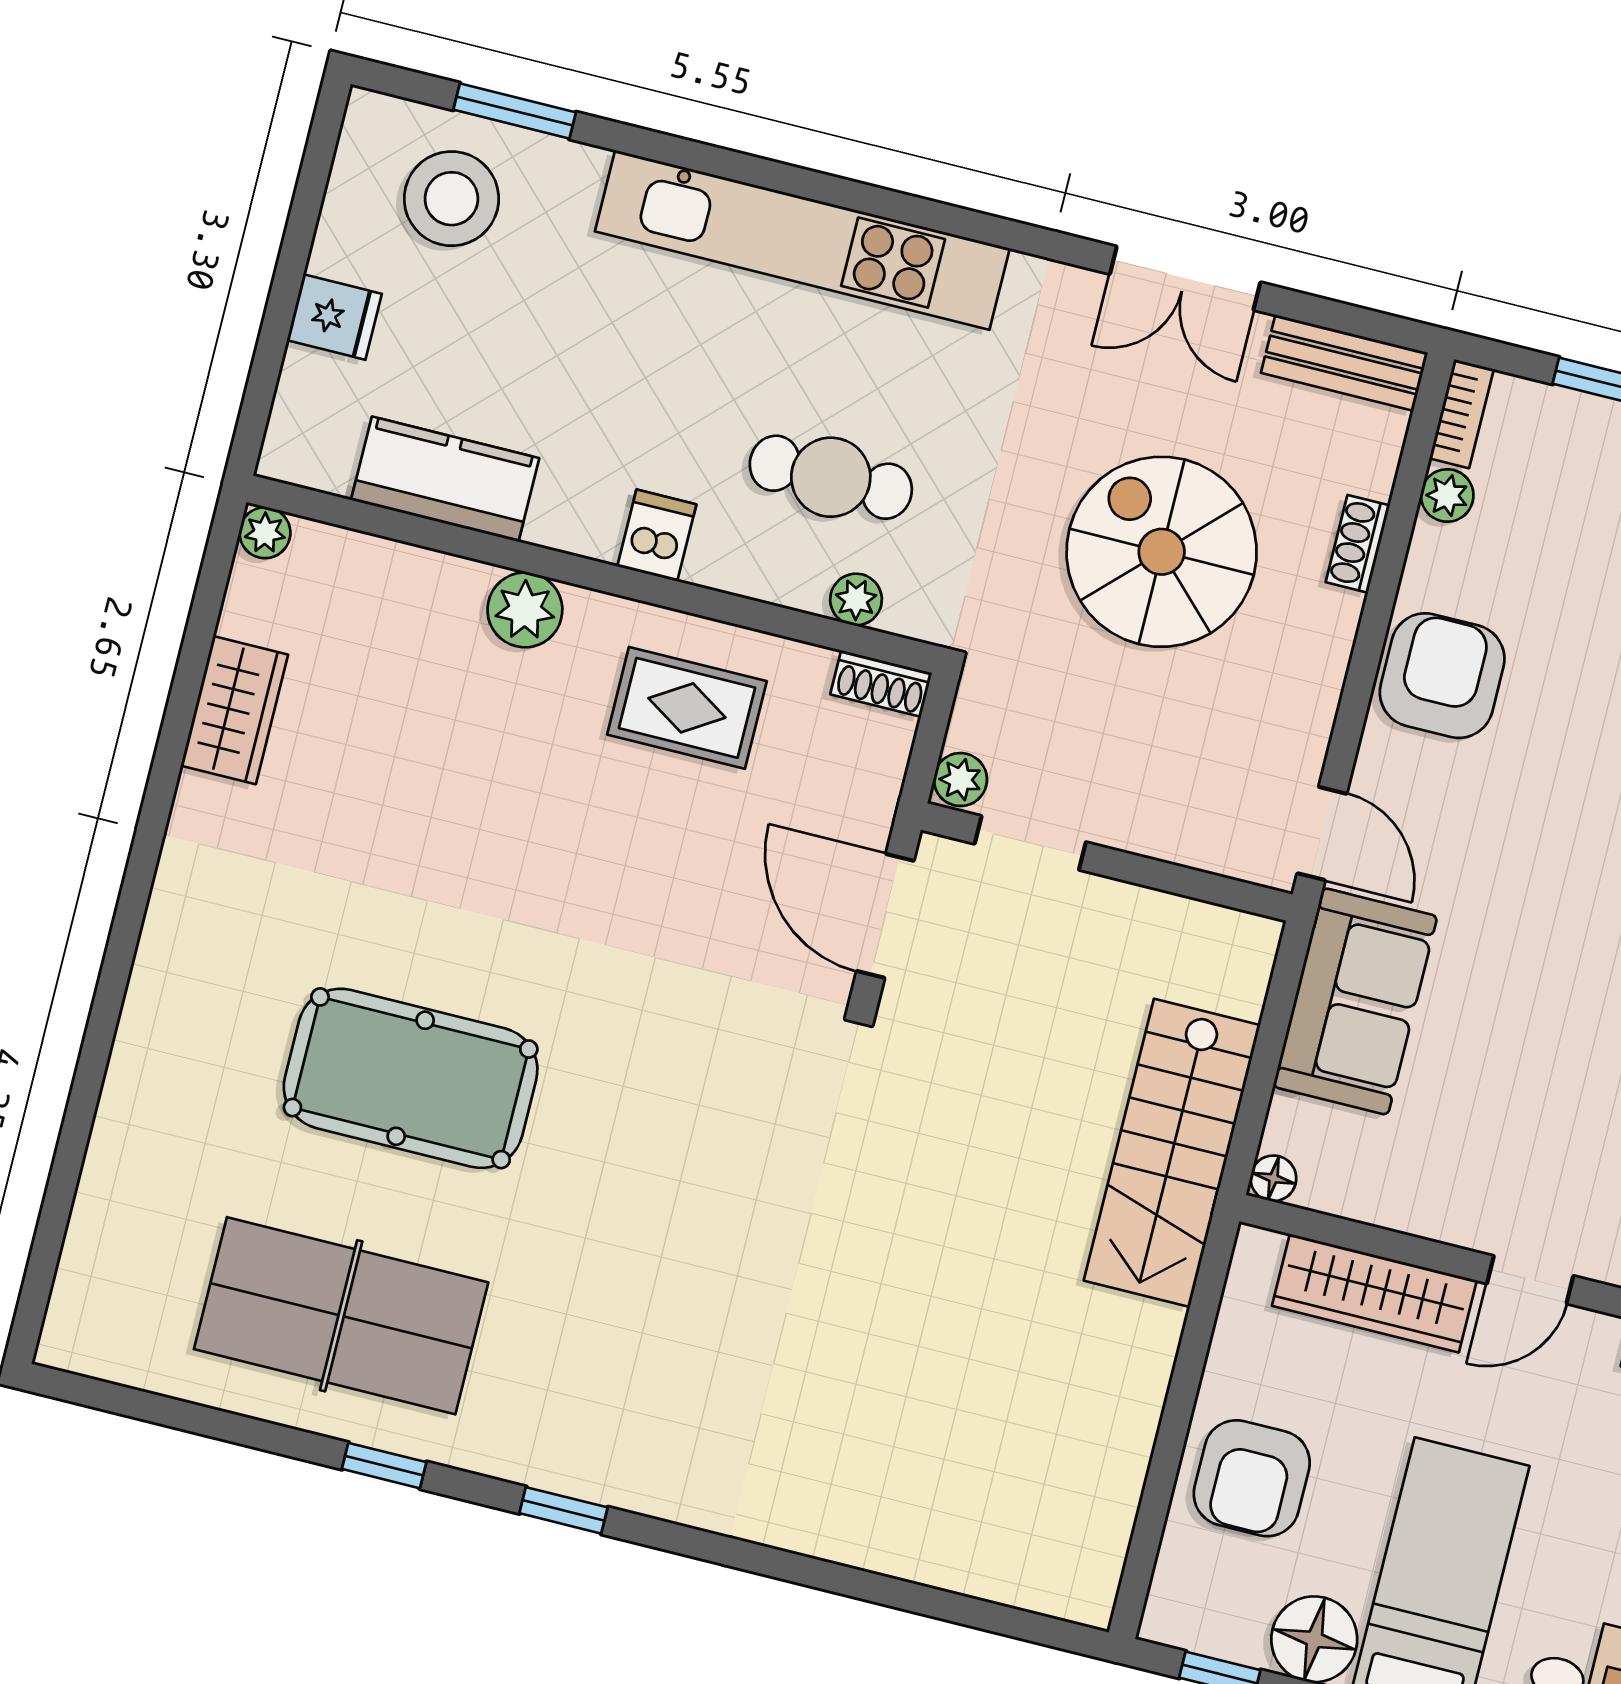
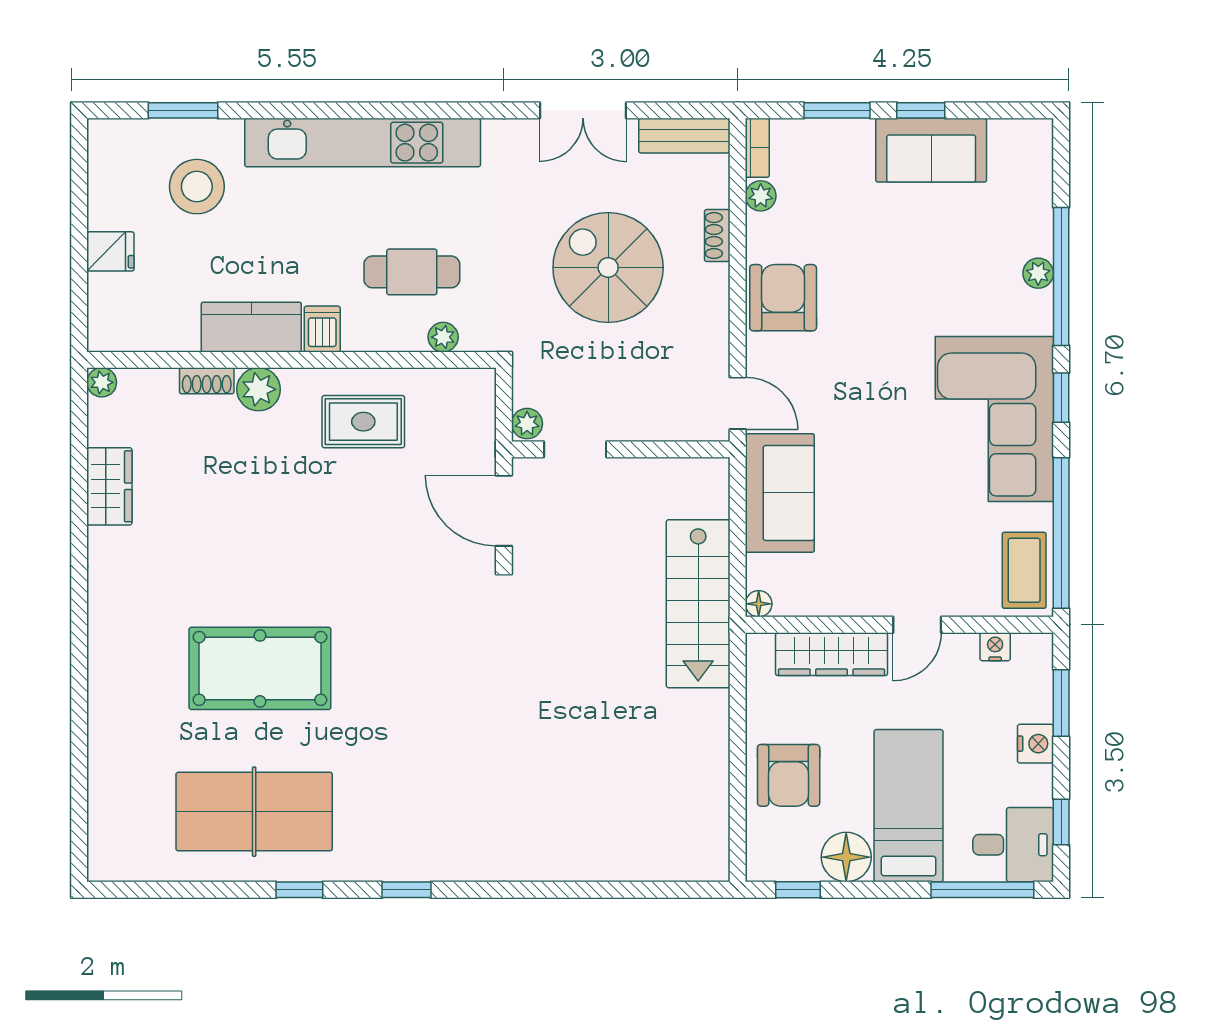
stool: (451, 199) -> (197, 187), moved
kitchen counter: (445, 479) -> (251, 327), moved
shoe rack: (881, 684) -> (207, 381), moved

